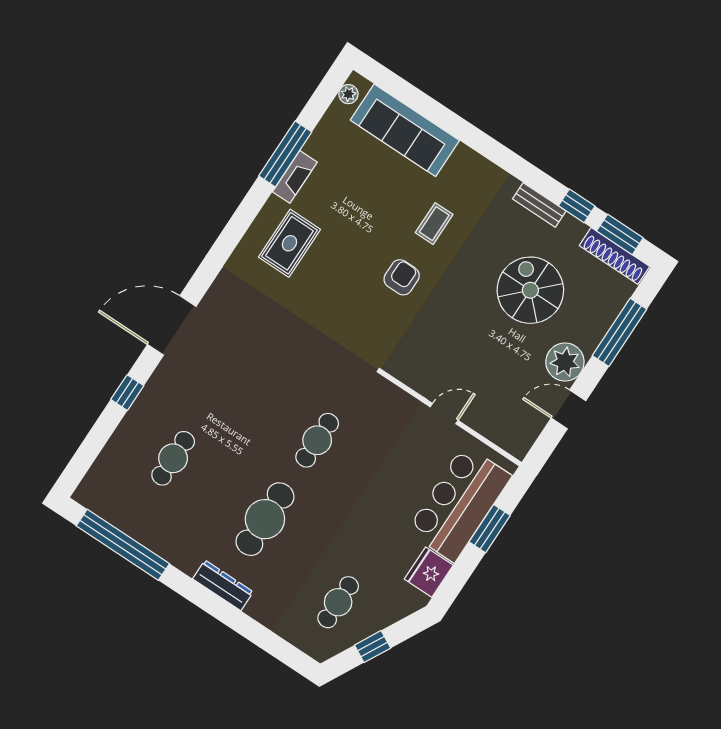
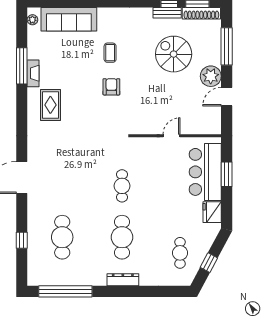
bench: (539, 205) -> (167, 13), moved
window: (127, 393) -> (22, 240), moved
cafe table: (173, 458) -> (62, 237), width x1.37, depth x1.35

